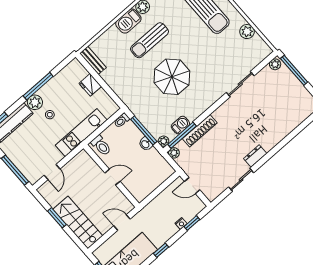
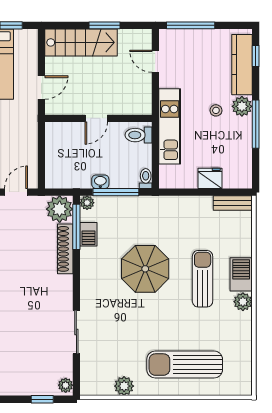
window: (294, 70) -> (42, 399), width x0.46
plant: (174, 153) -> (60, 209), width x1.87, depth x1.87

